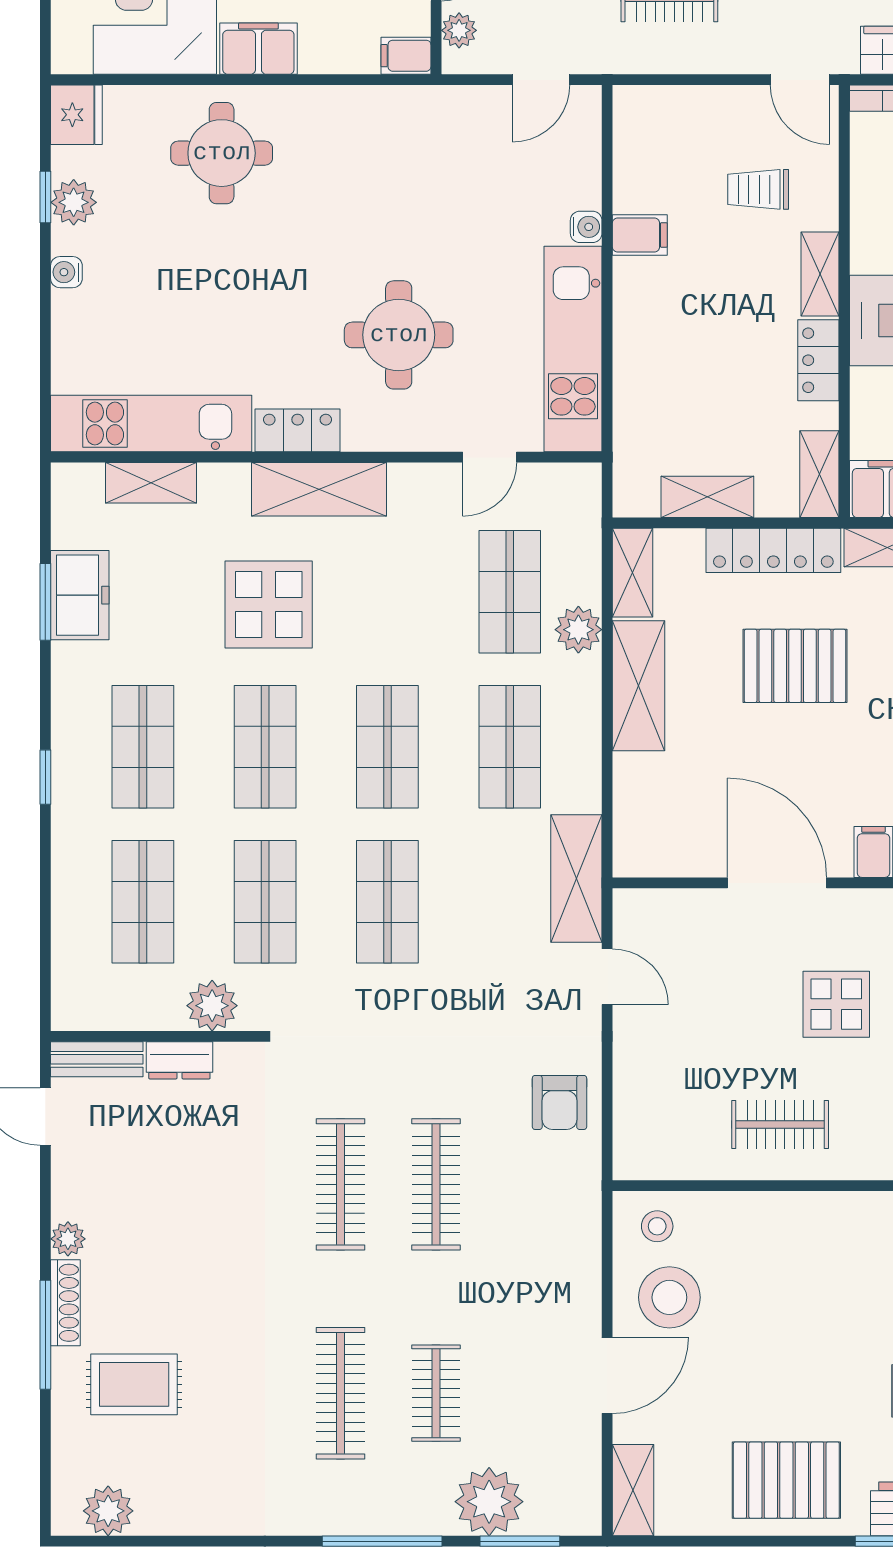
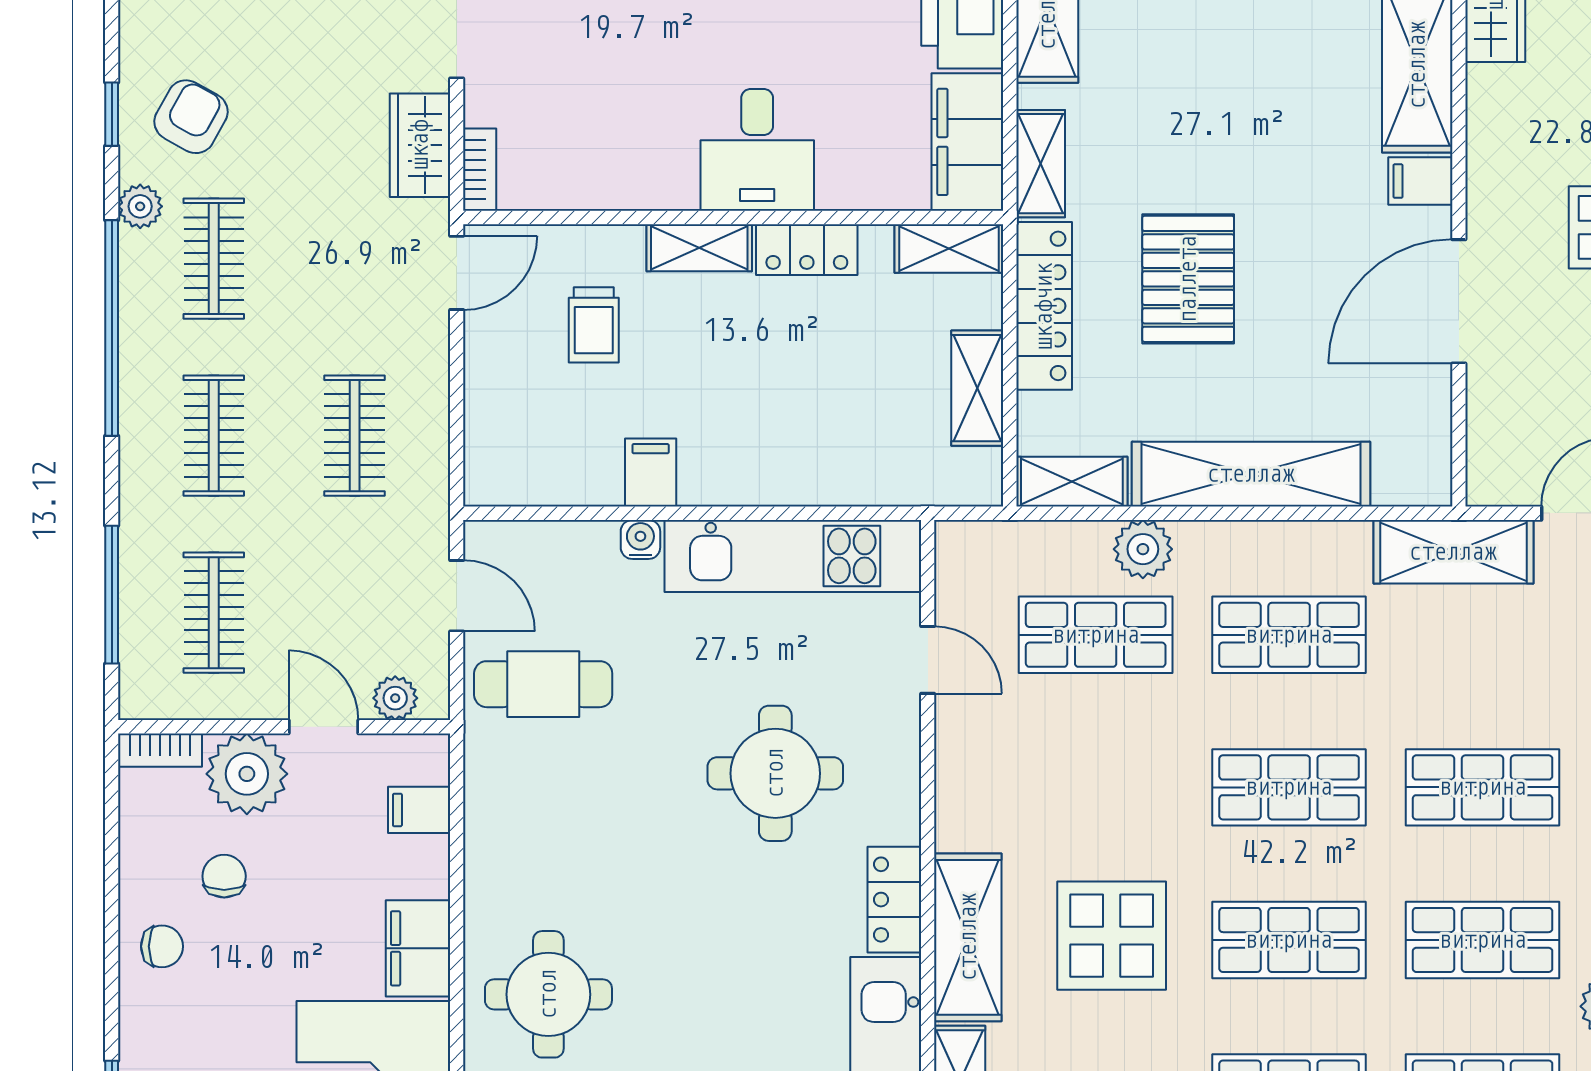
filing cabinet: (406, 56) -> (419, 810), moved, turned 90
cafe table: (470, 149) -> (543, 684), added
shelving: (319, 489) -> (968, 937), moved
shelving: (639, 686) -> (1251, 474), width x1.47

